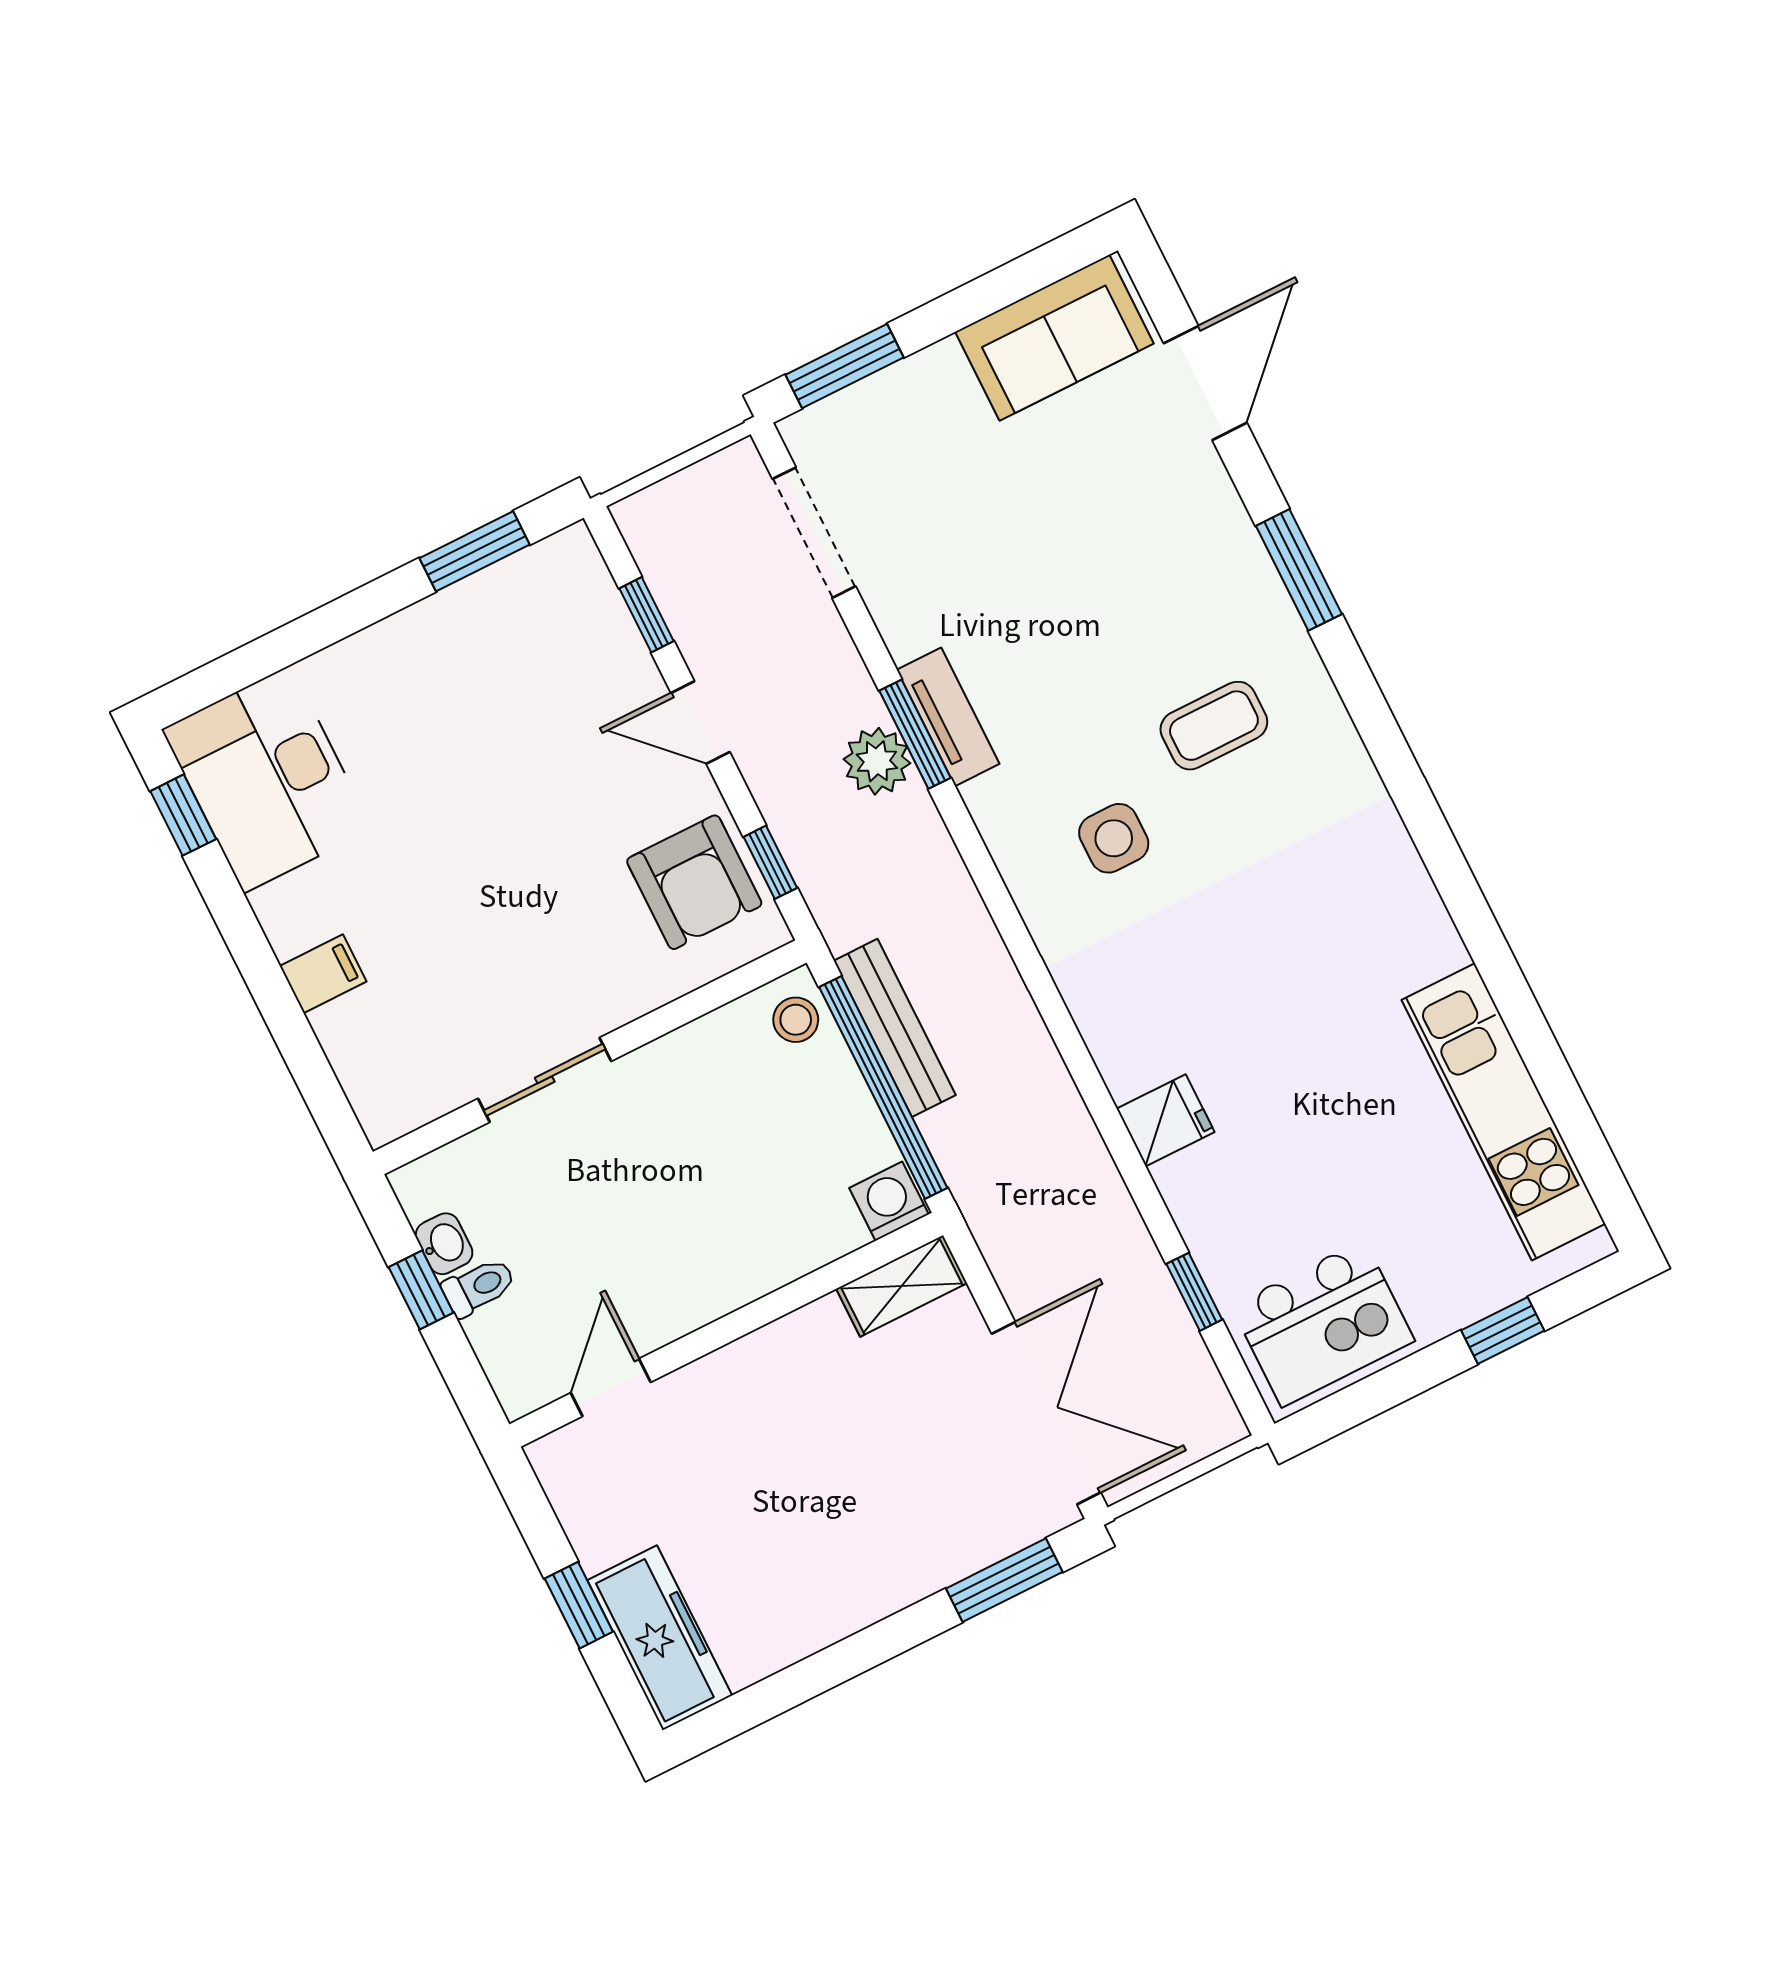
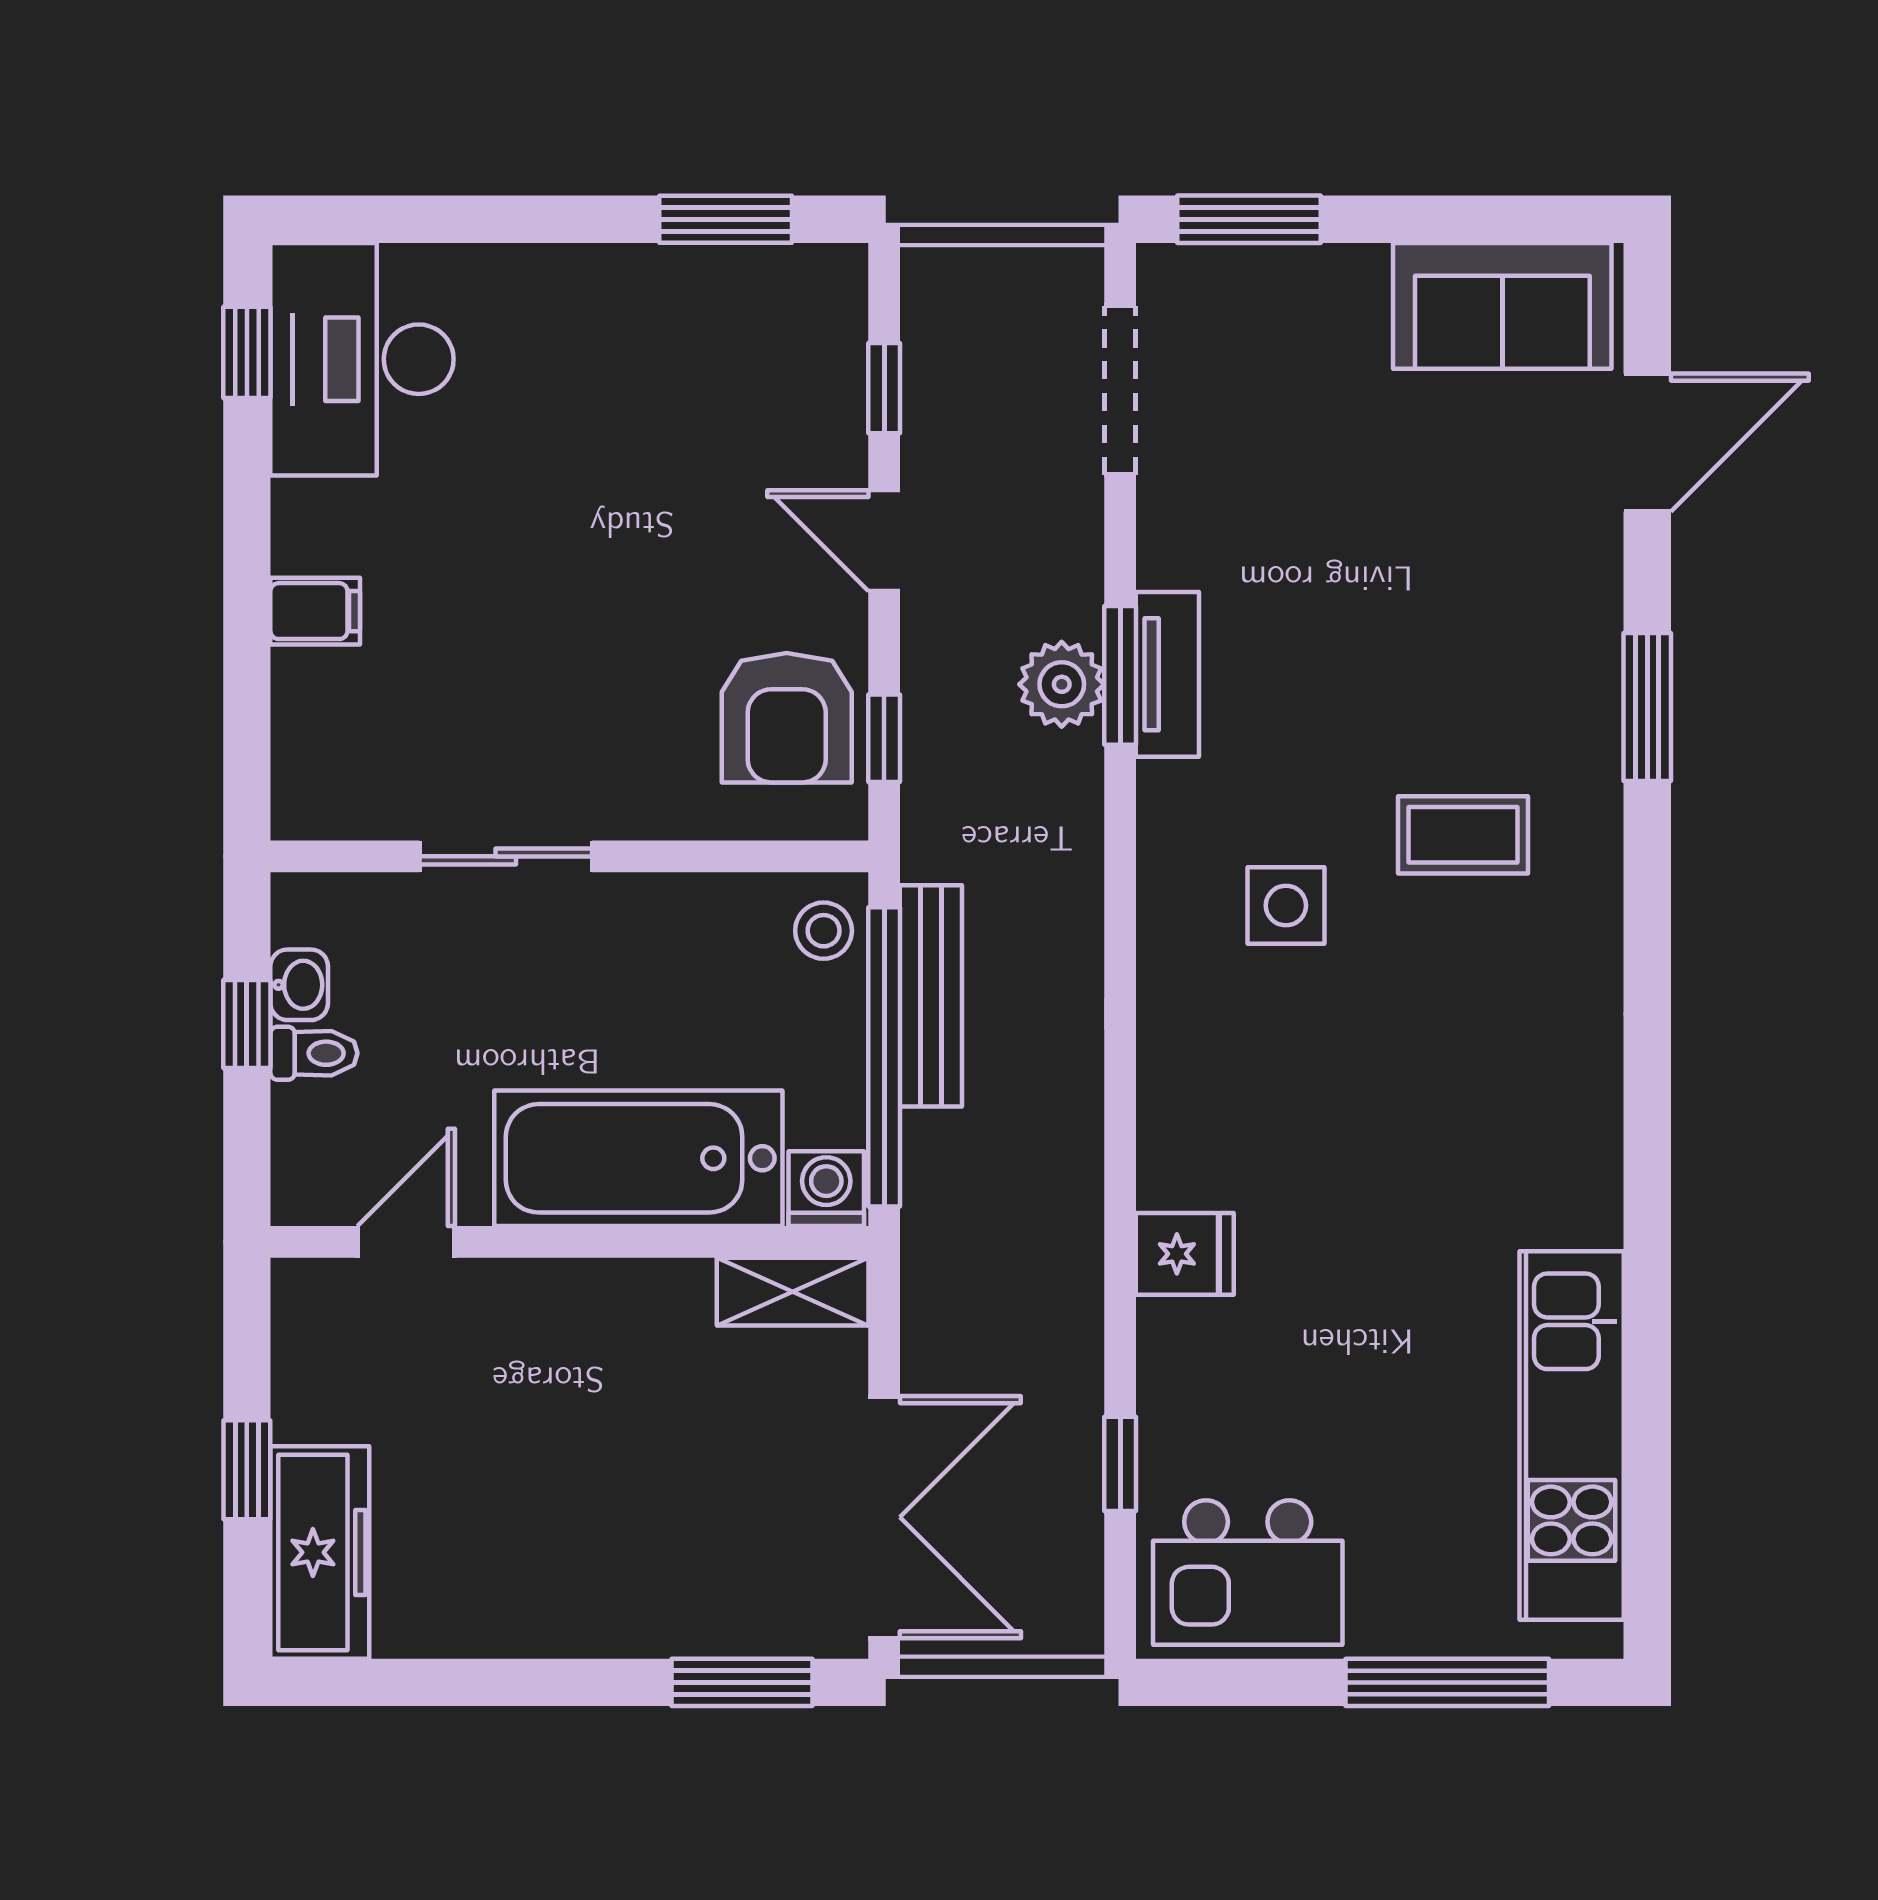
bathtub: (745, 1246) -> (638, 1158), added
window: (1503, 1331) -> (1447, 1682), width x2.17

